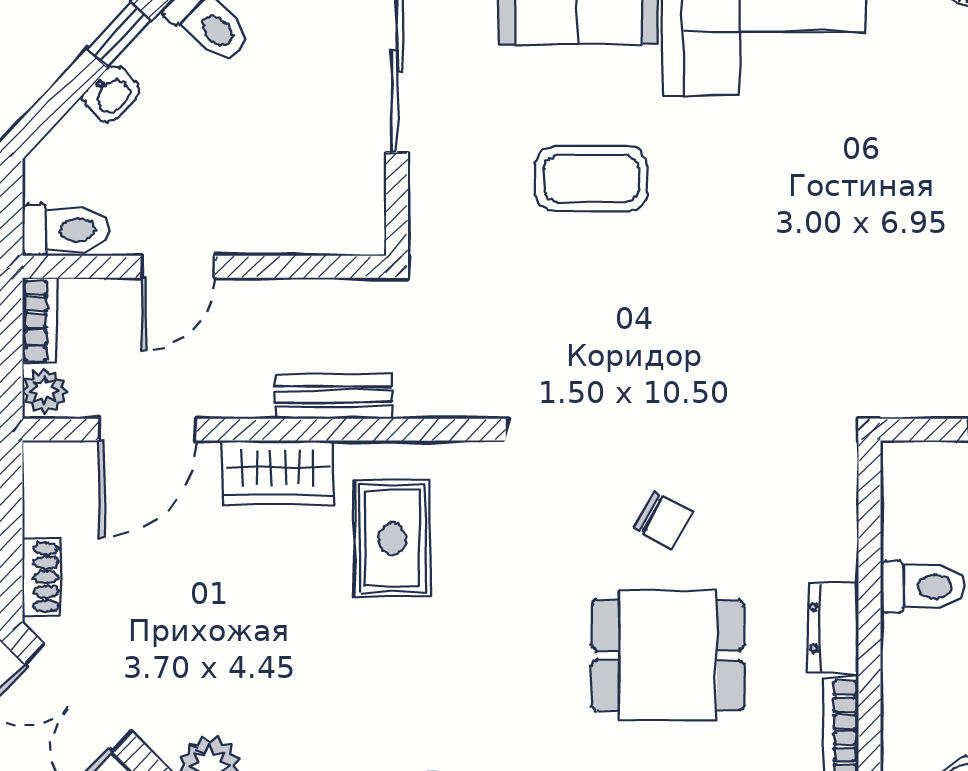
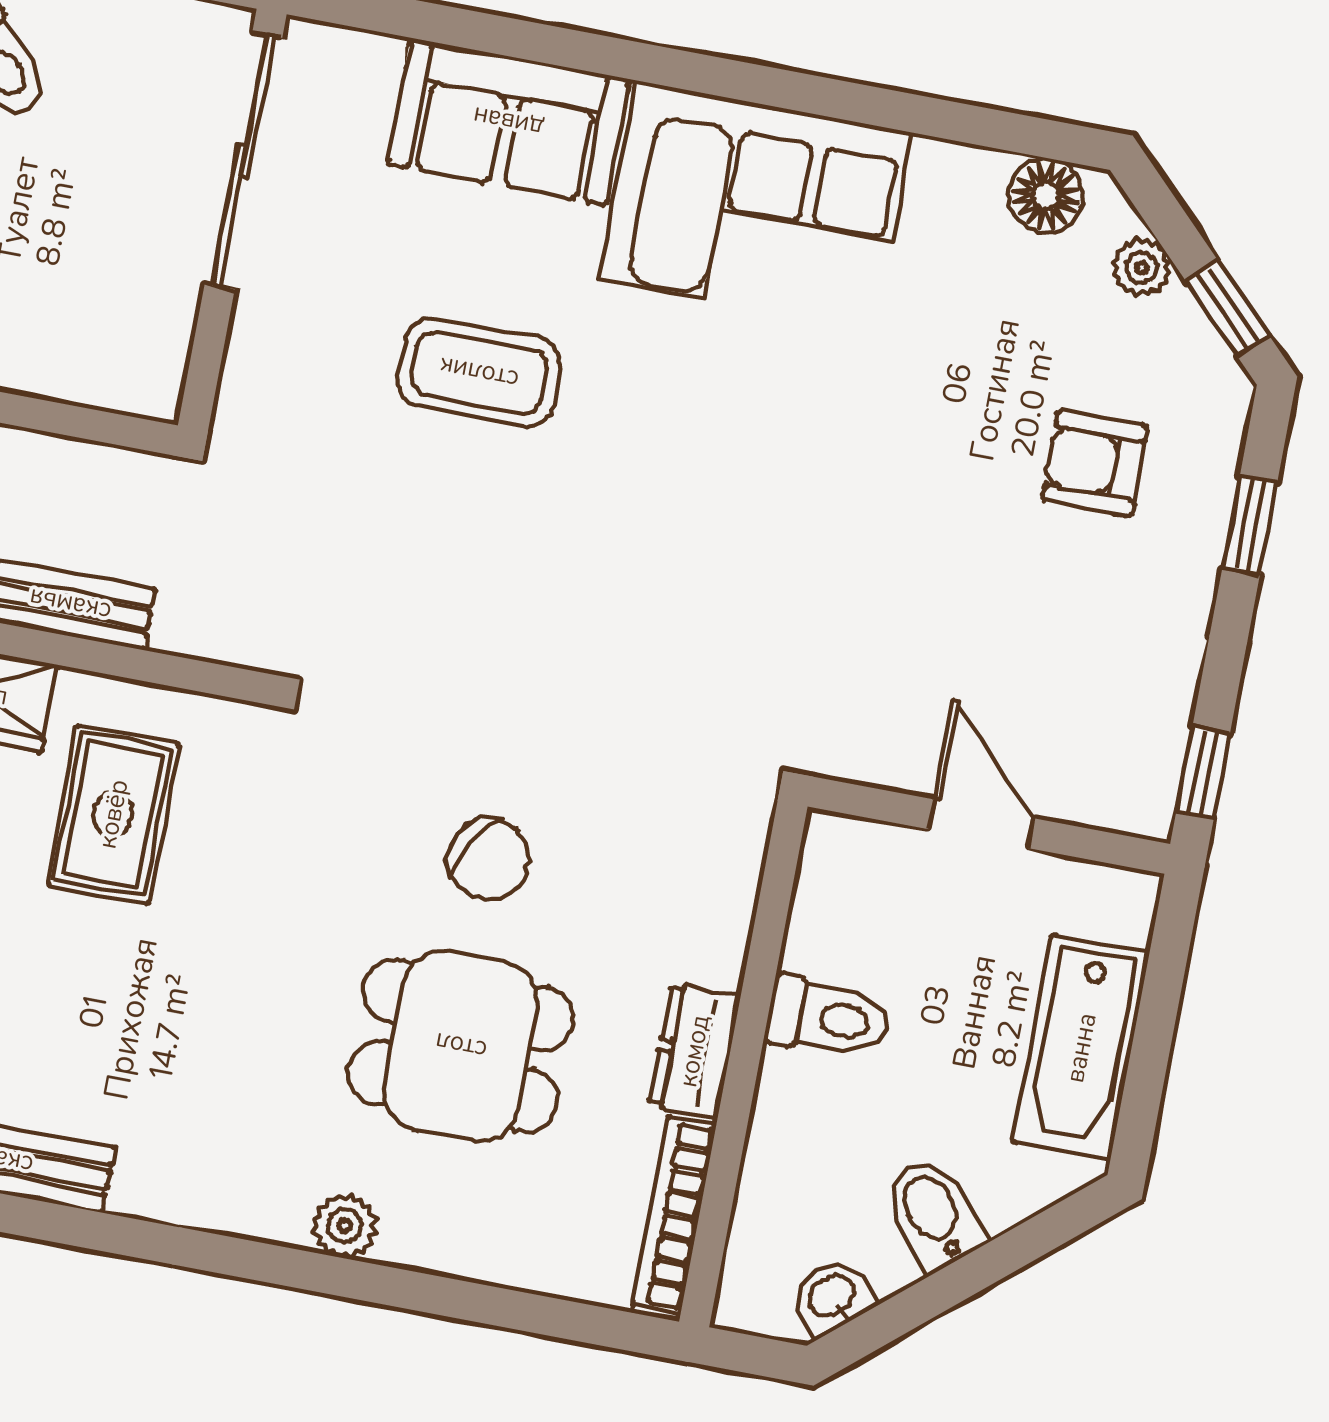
chair: (663, 520) -> (488, 859), width x1.37, depth x1.37

